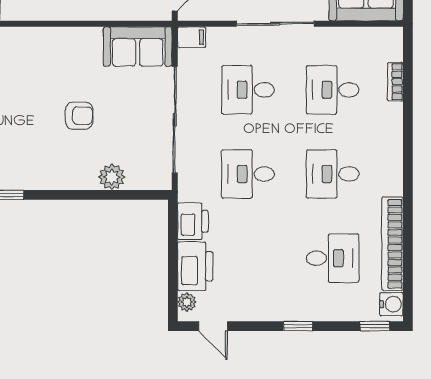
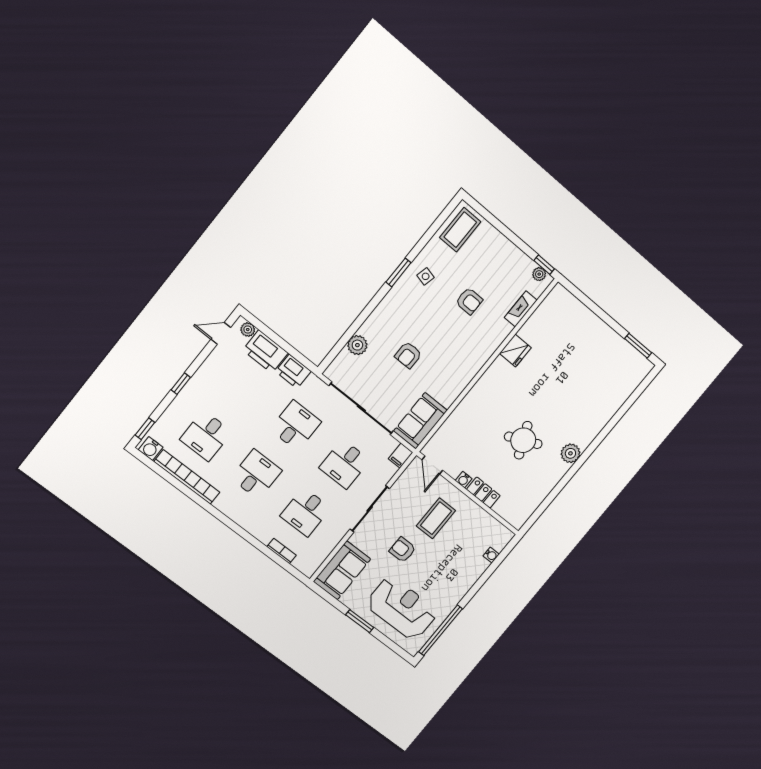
desk: (248, 90) -> (345, 464), turned 180
desk: (333, 90) -> (306, 512), turned 180

